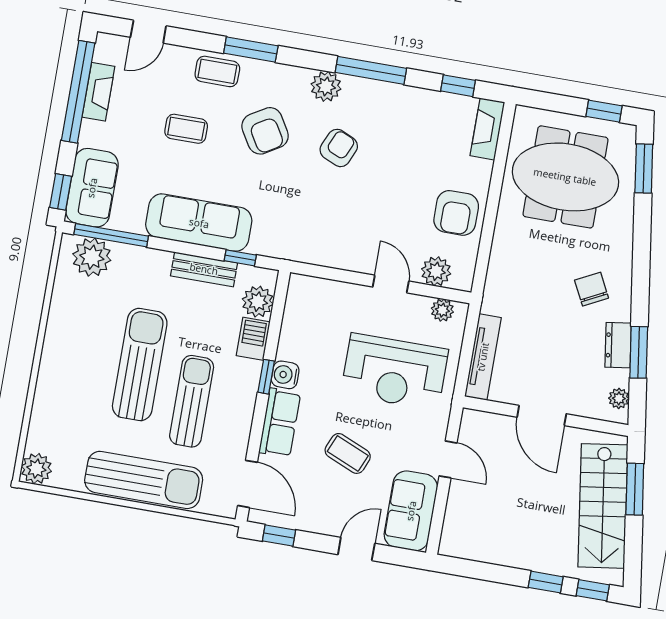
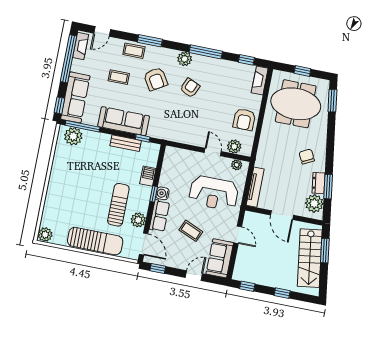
fireplace: (98, 92) -> (81, 46), moved
window: (604, 111) -> (302, 71), moved
sofa: (92, 188) -> (75, 97), width x1.36
plant: (258, 302) -> (138, 220), moved
sun lounger: (140, 365) -> (94, 187), removed
plant: (619, 398) -> (314, 203), width x1.87, depth x1.87
window: (593, 590) -> (247, 286), moved

